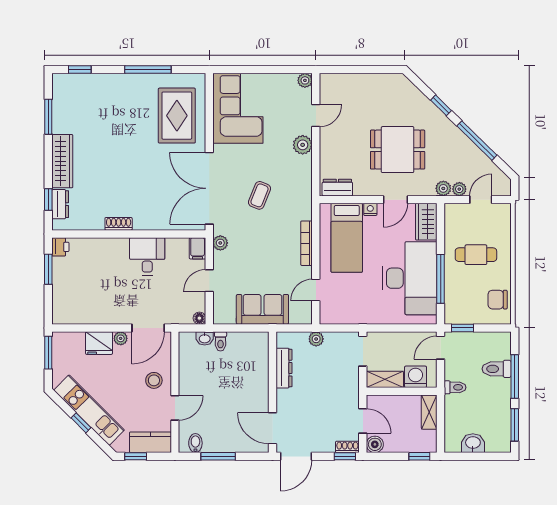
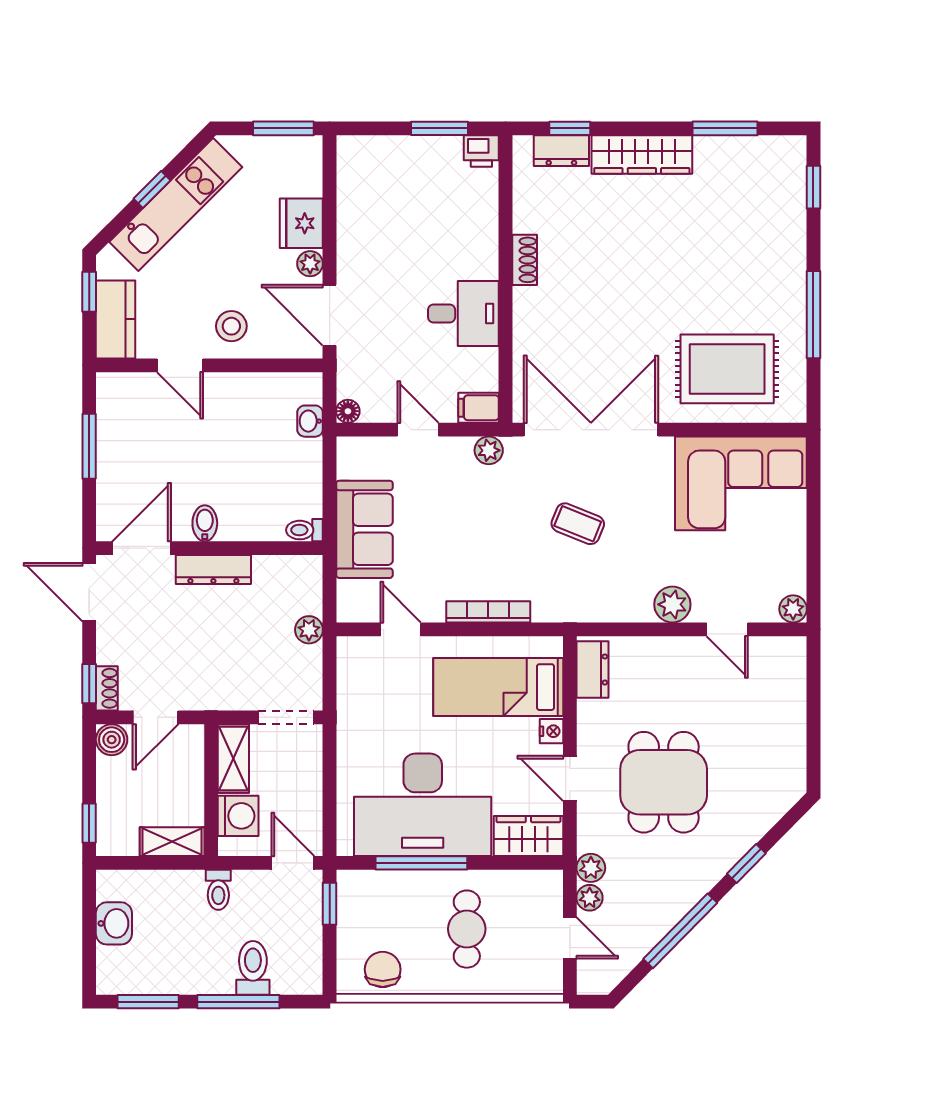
toilet: (221, 341) -> (304, 530), moved
dresser: (284, 368) -> (213, 569), moved
bidet: (195, 443) -> (205, 523), moved, turned -90

